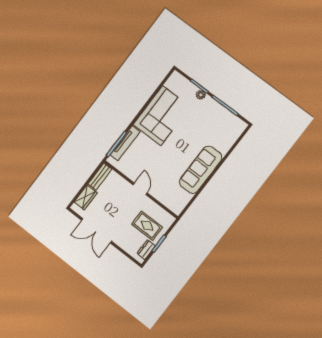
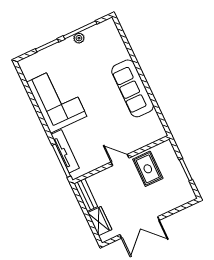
plant: (201, 95) -> (79, 38), moved
rug: (147, 226) -> (148, 169), moved, turned 90
dresser: (146, 250) -> (185, 186), removed

